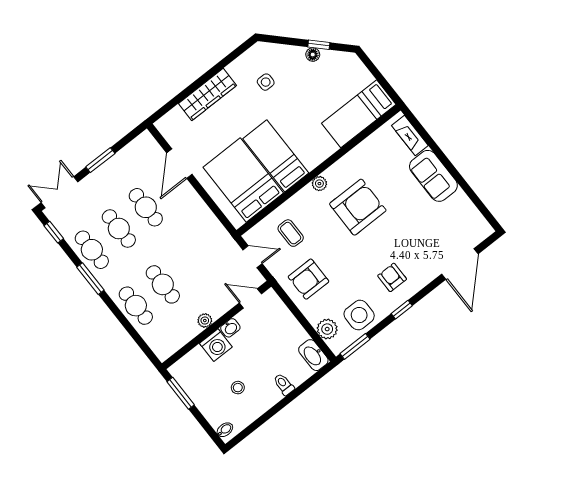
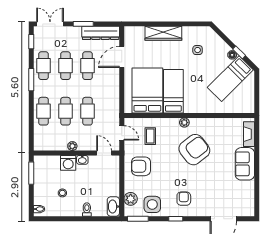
bed: (359, 114) -> (230, 79), moved, turned -45
dresser: (130, 155) -> (101, 33), added
armchair: (358, 207) -> (194, 150), turned -38
cafe table: (190, 263) -> (88, 111), added

